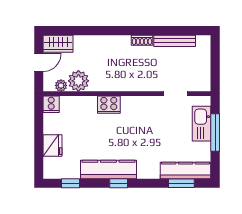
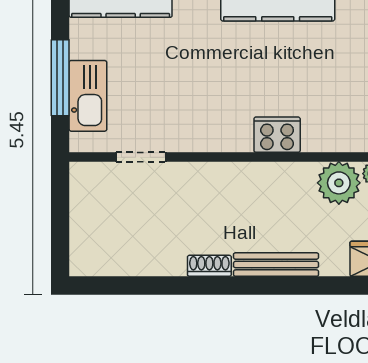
bench: (175, 41) -> (276, 265), moved

